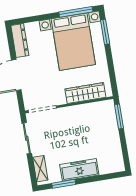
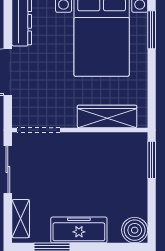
boiler: (116, 164) -> (135, 230), added

